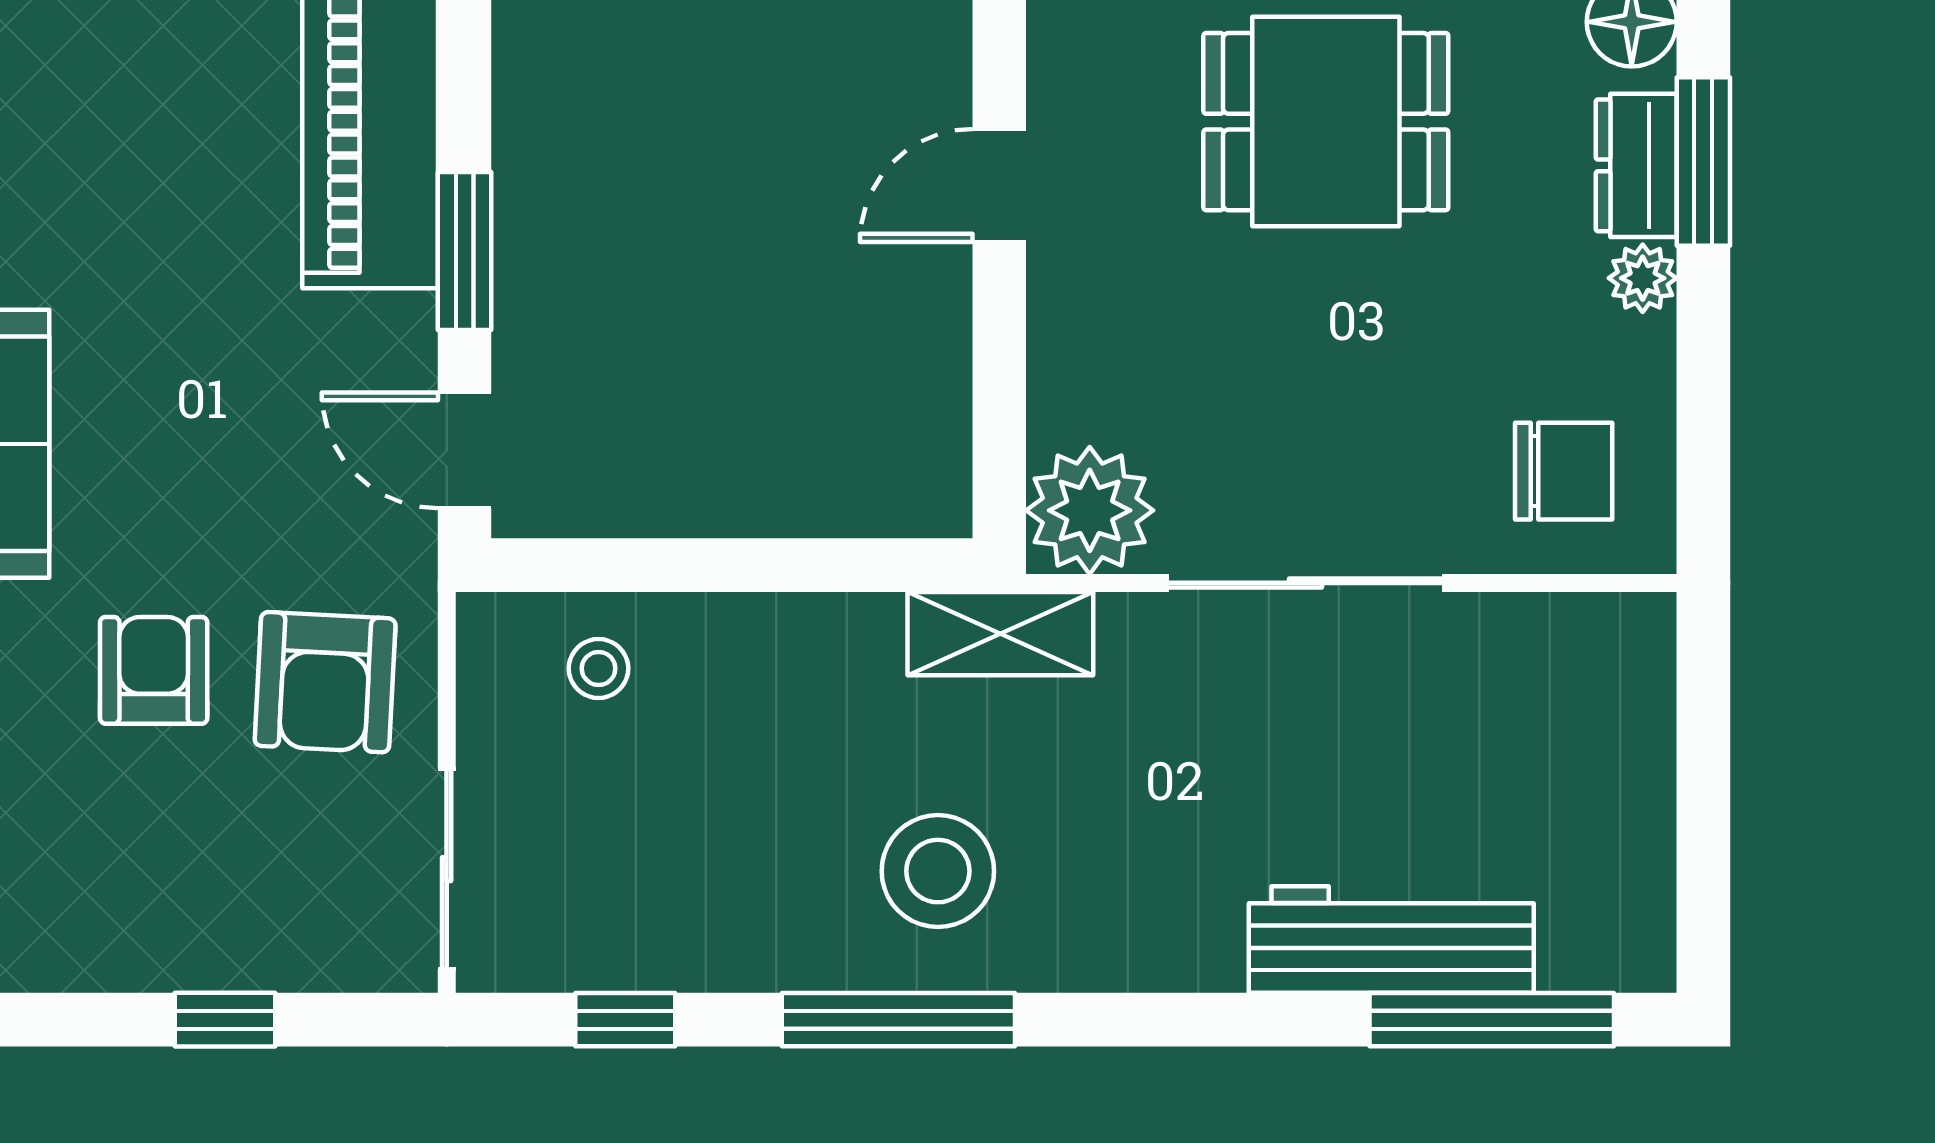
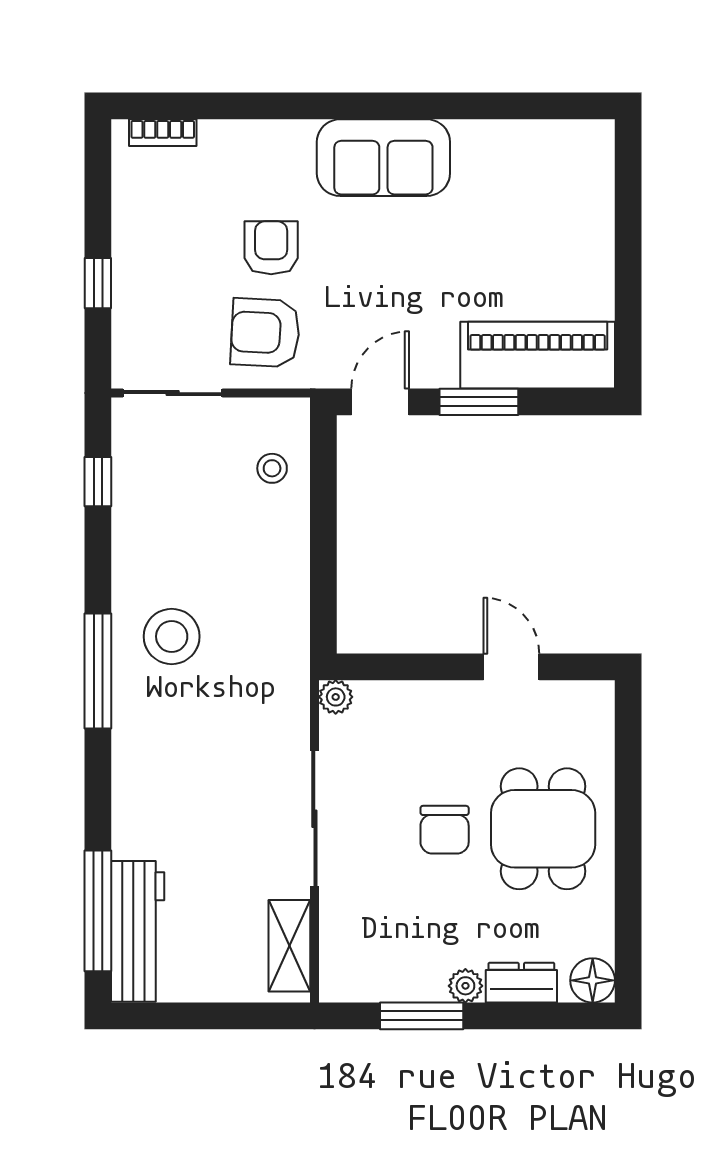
window: (1703, 162) -> (422, 1016), moved
chair: (1564, 471) -> (445, 830), moved
plant: (1090, 510) -> (336, 697), width x0.53, depth x0.53
shelving: (1000, 634) -> (289, 946), moved
armchair: (154, 670) -> (271, 248), turned -90
workbench: (1391, 939) -> (138, 931), moved
window: (898, 1020) -> (98, 671), moved

